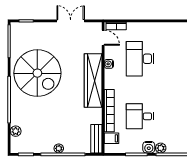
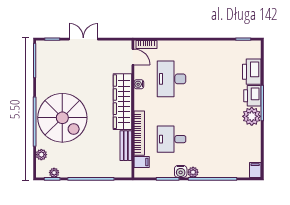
double door: (71, 21) -> (83, 39), moved
spiral stairs: (37, 73) -> (62, 118), moved
bench: (96, 139) -> (126, 146), moved
plant: (59, 148) -> (54, 173), moved

